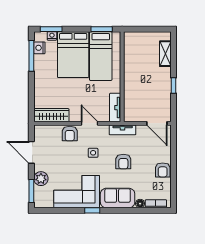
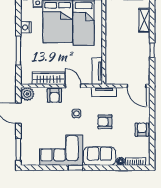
nightstand: (39, 48) -> (26, 27), moved
window: (31, 56) -> (18, 50), moved
wardrobe: (51, 115) -> (49, 78), moved
armchair: (123, 162) -> (105, 122), turned 90
armchair: (163, 170) -> (142, 130), turned 180
plant: (41, 179) -> (27, 94), moved

